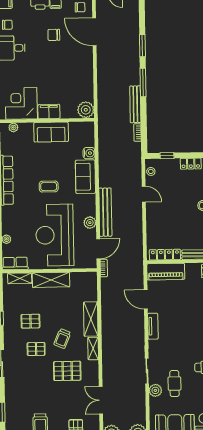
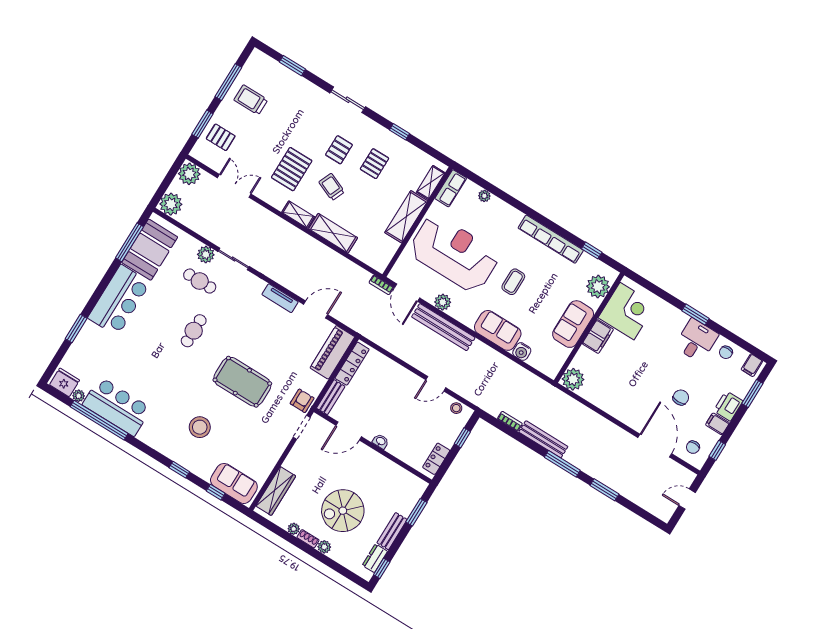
door: (94, 32) -> (655, 446), hinge flipped
plant: (13, 127) -> (598, 287), width x1.87, depth x1.87

